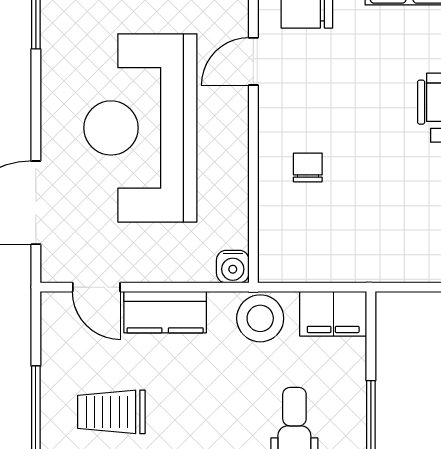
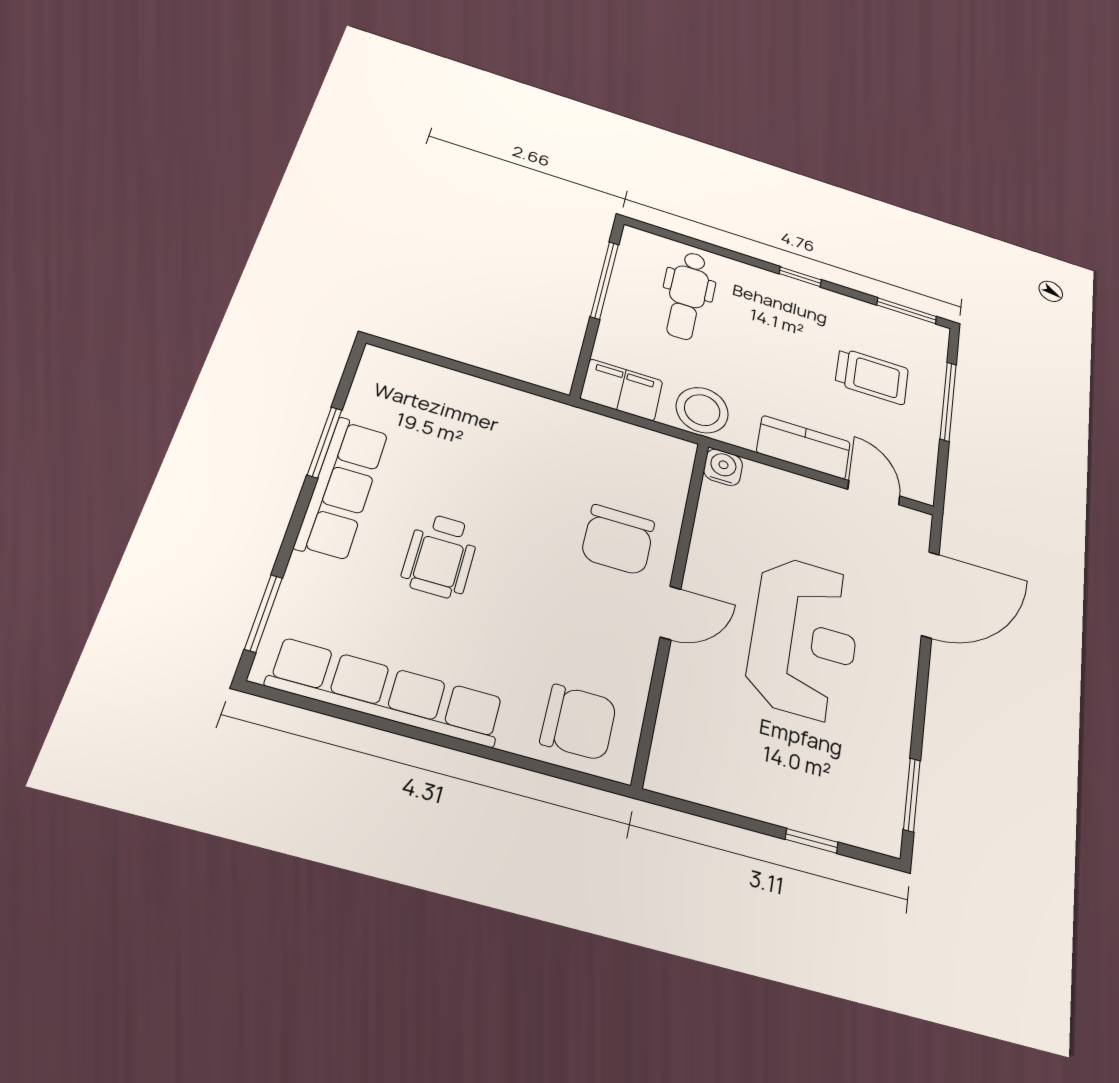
door: (253, 61) -> (671, 613), moved
reception desk: (140, 128) -> (804, 638), width x0.74, depth x0.77
chair: (308, 167) -> (618, 540), width x1.87, depth x1.87

